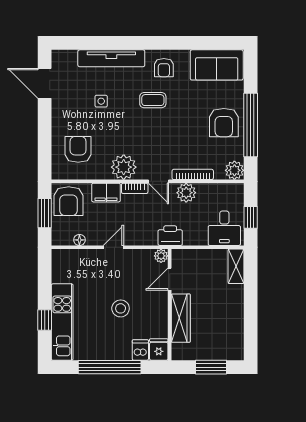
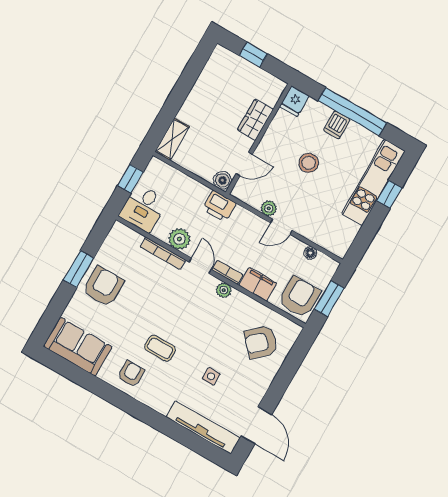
tv unit: (111, 58) -> (203, 427), moved
window: (251, 125) -> (78, 269), width x0.47
armchair: (78, 149) -> (261, 342), turned 47
plant: (124, 167) -> (224, 290), width x0.53, depth x0.53
plant: (234, 170) -> (120, 234), removed
desk: (224, 228) -> (143, 208), moved, turned 180
plant: (161, 256) -> (269, 208), moved
boiler: (179, 257) -> (222, 180), added
wardrobe: (181, 318) -> (255, 120), width x0.67
dishwasher: (140, 350) -> (337, 125), moved
window: (211, 367) -> (253, 55), width x0.67

